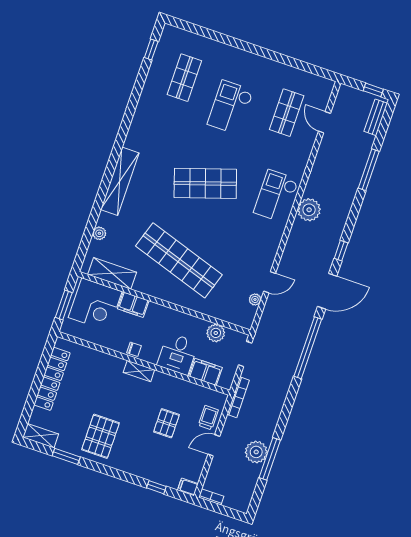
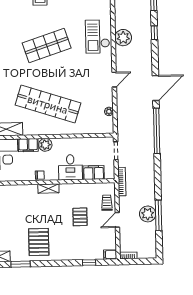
window: (341, 251) -> (154, 33), moved
door: (270, 282) -> (114, 80), moved
plant: (216, 333) -> (45, 145), moved

